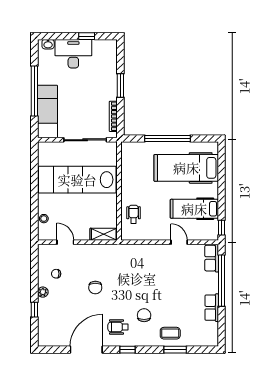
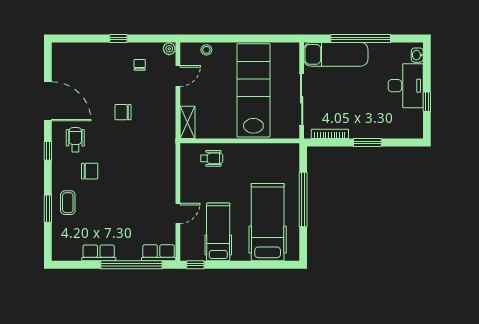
plant: (43, 292) -> (169, 49), moved
window: (34, 310) -> (118, 39), moved

